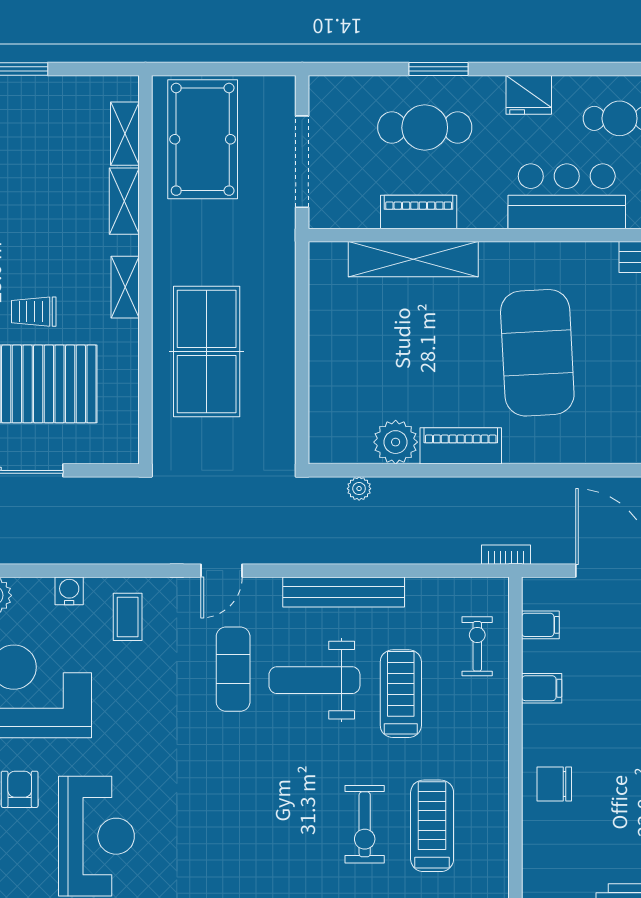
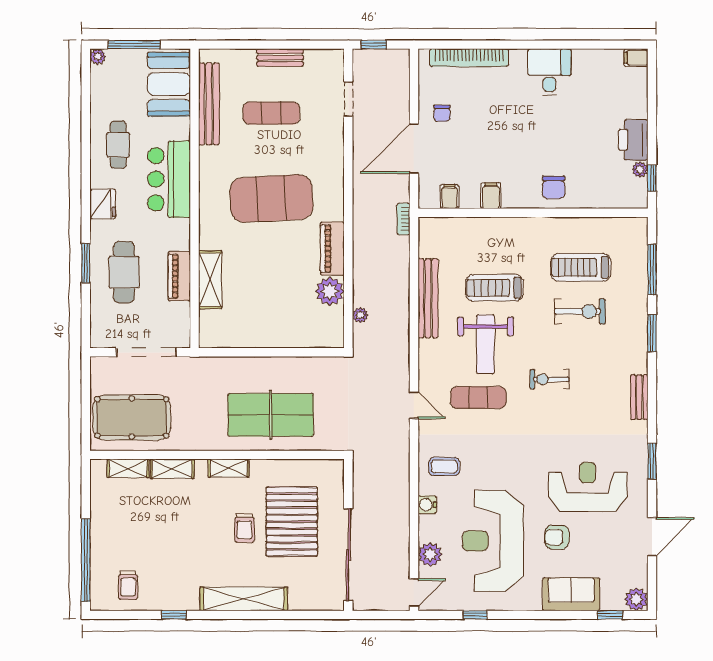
shelving: (413, 259) -> (210, 280), width x0.68
bench: (344, 592) -> (428, 298), moved
exercise bike: (477, 646) -> (549, 379), moved

